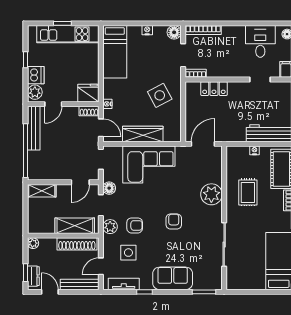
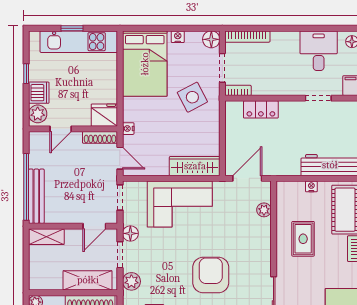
bed: (115, 52) -> (145, 64), width x1.50
side table: (160, 95) -> (192, 97), moved
shoe rack: (89, 111) -> (100, 137), width x1.43
bench: (34, 128) -> (36, 196), moved
wardrobe: (143, 134) -> (195, 166), moved
plant: (211, 194) -> (264, 210), moved, width x0.53, depth x0.53
armchair: (174, 221) -> (211, 275), width x1.88, depth x1.88
armchair: (135, 225) -> (162, 280), removed

